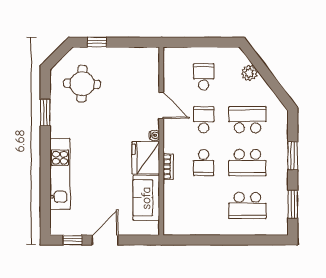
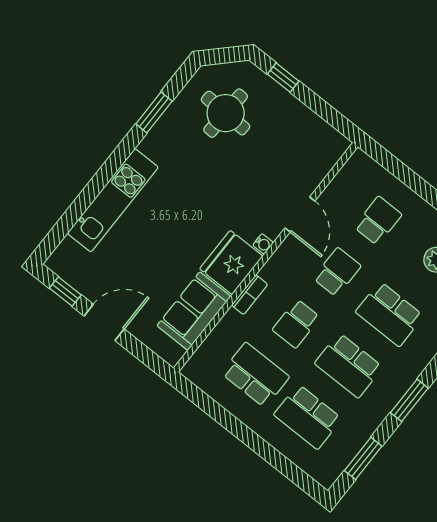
school desk: (247, 120) -> (390, 314), turned 180
school desk: (204, 205) -> (255, 375), added

